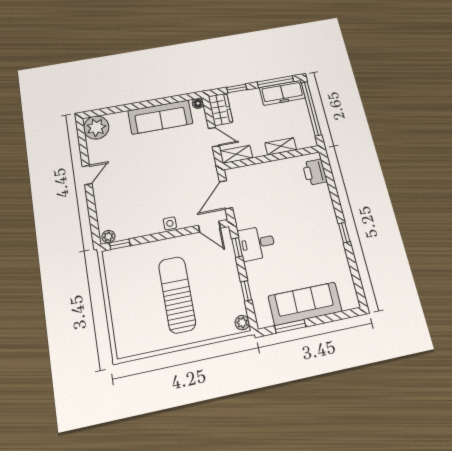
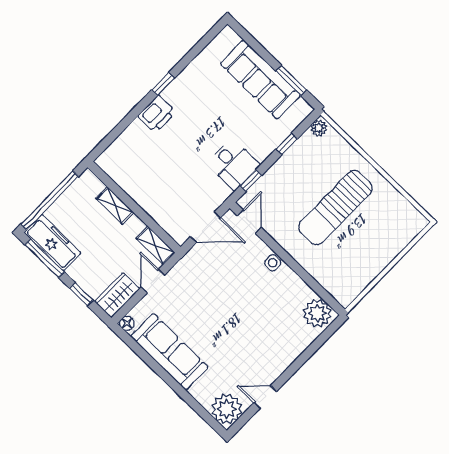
printer: (315, 172) -> (157, 114), moved
door: (87, 175) -> (265, 397), moved
plant: (108, 237) -> (317, 313), width x1.87, depth x1.87
window: (120, 244) -> (326, 297), removed

